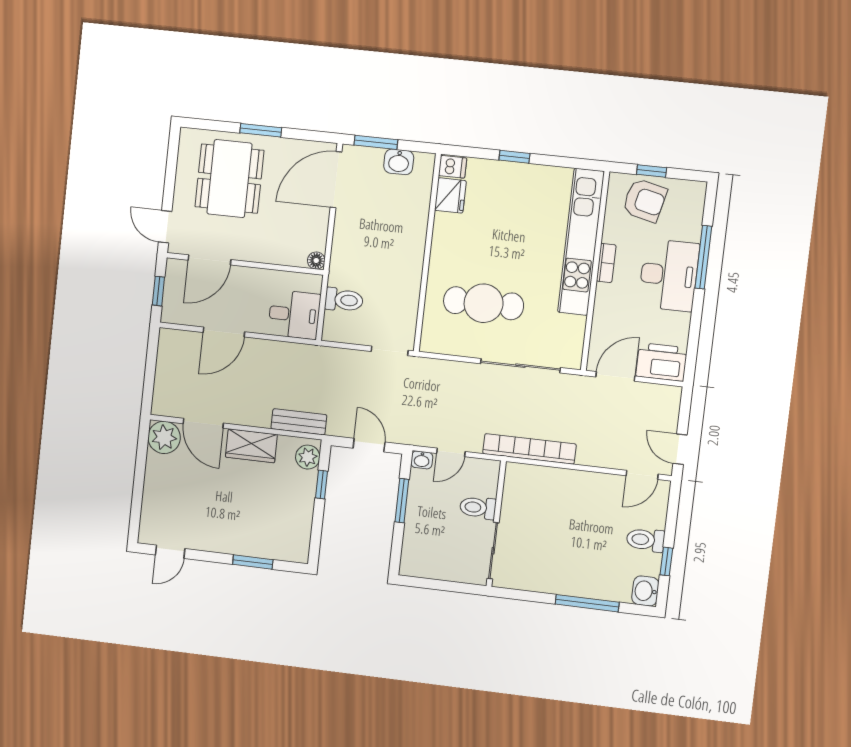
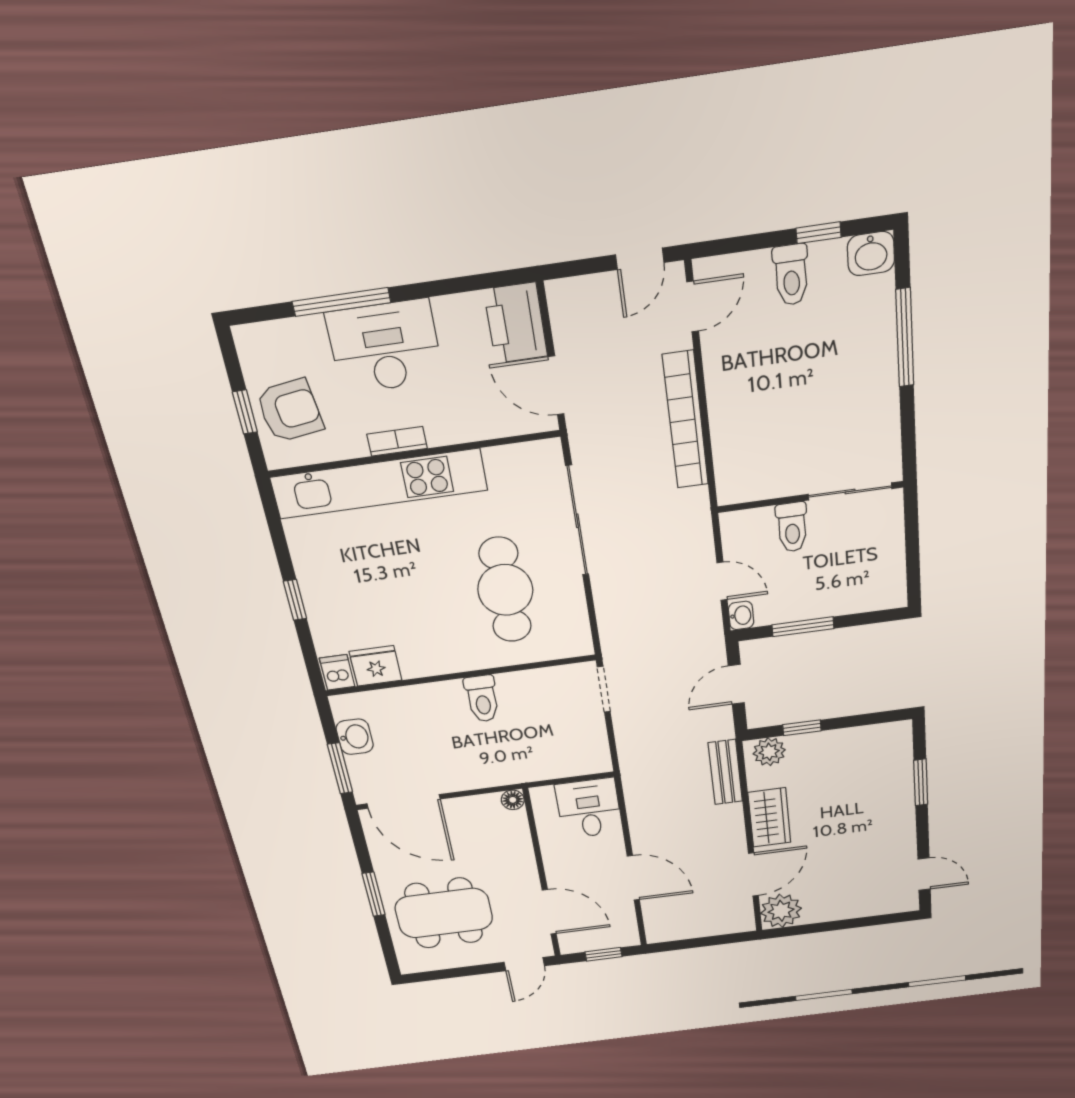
armchair: (645, 200) -> (290, 411), turned 69
toilet: (344, 300) -> (482, 699), moved, turned 180
bookcase: (529, 449) -> (686, 420), moved
door: (642, 475) -> (693, 307), hinge flipped

